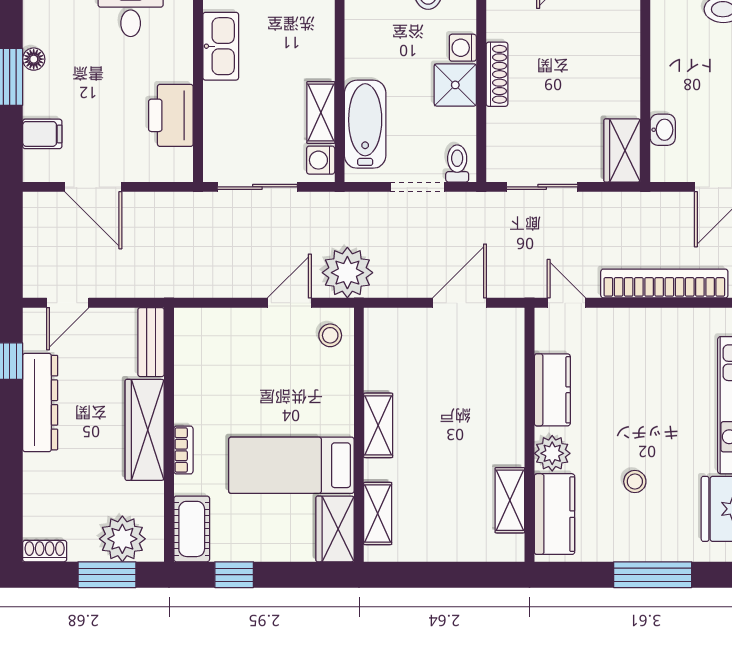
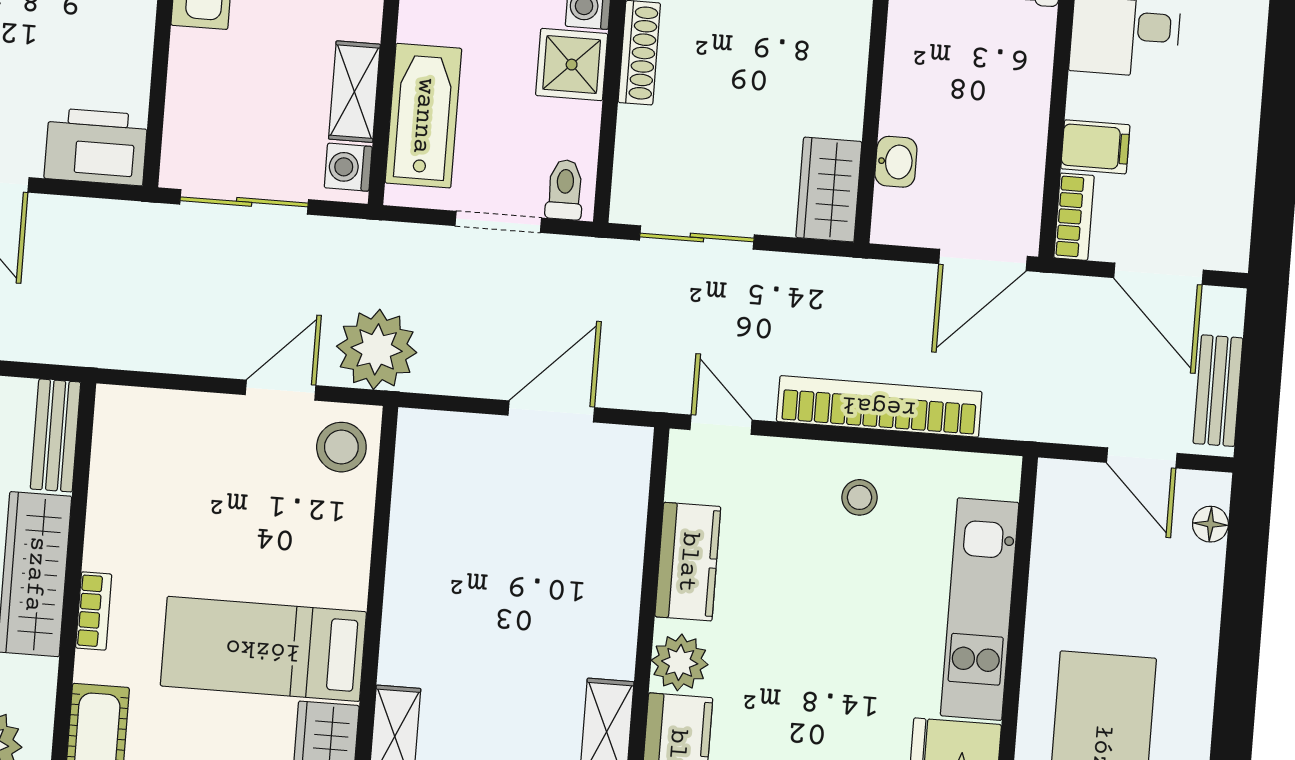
printer: (171, 115) -> (96, 147), moved, turned 90
stool: (330, 335) -> (341, 447), width x1.37, depth x1.37
shelving: (378, 425) -> (406, 596), removed
stool: (635, 482) -> (859, 497), moved

